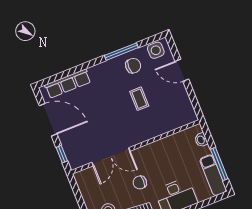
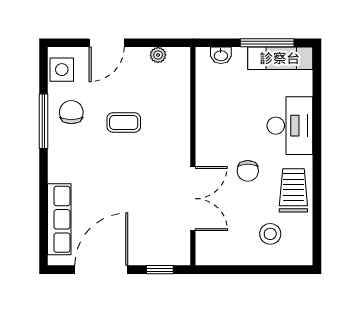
plant: (187, 103) -> (158, 55), added

